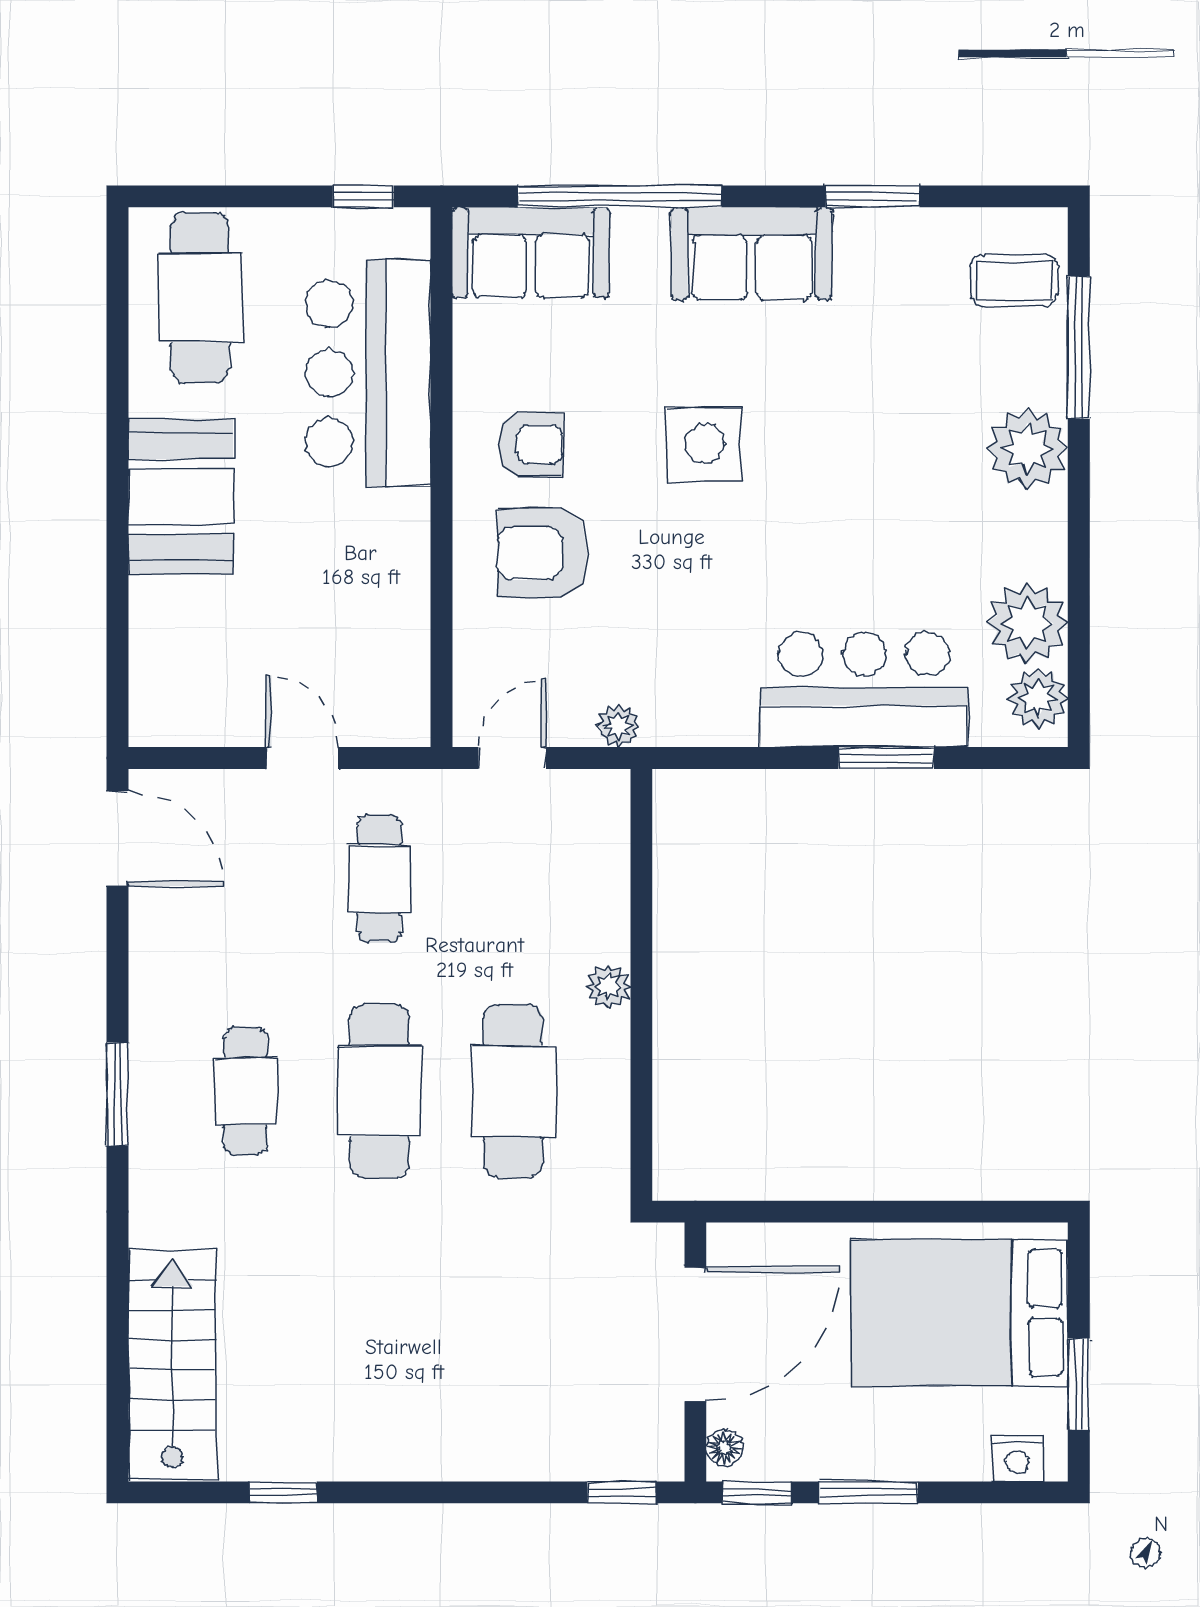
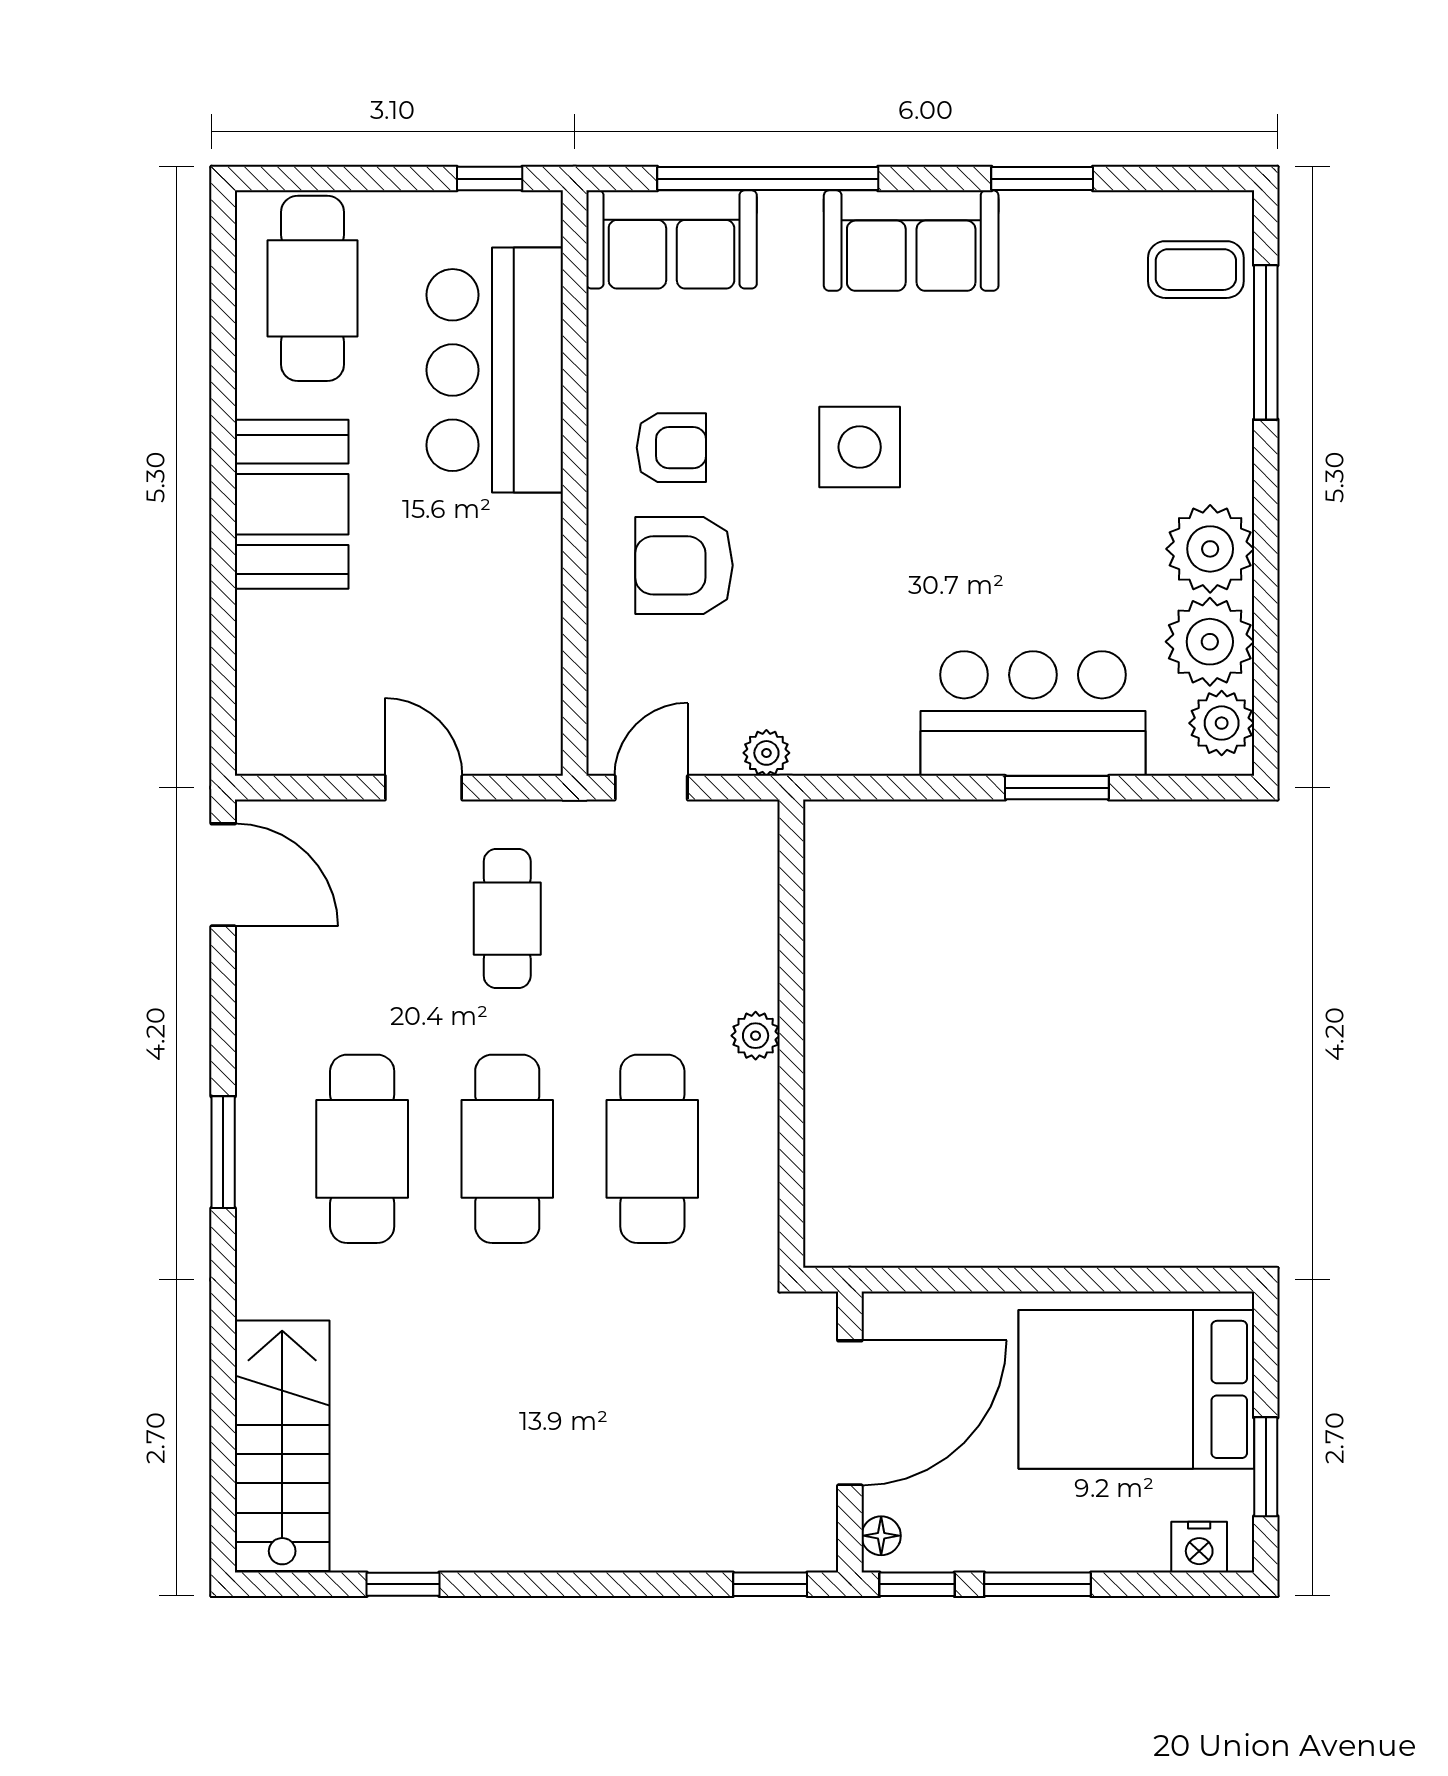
plant: (1027, 449) -> (1210, 549), moved
cafe table: (246, 1091) -> (362, 1149), width x1.37, depth x1.35

